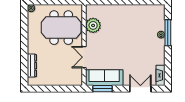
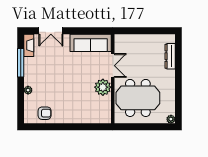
armchair: (146, 14) -> (45, 113), added
plant: (93, 25) -> (103, 87), moved
window: (168, 33) -> (21, 63), moved
window: (102, 89) -> (93, 31), removed

